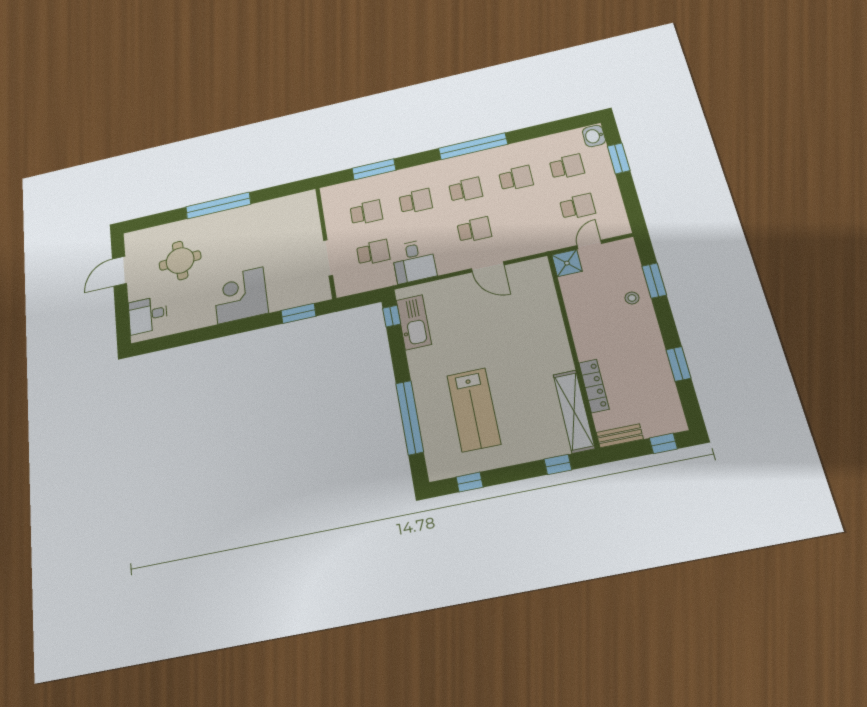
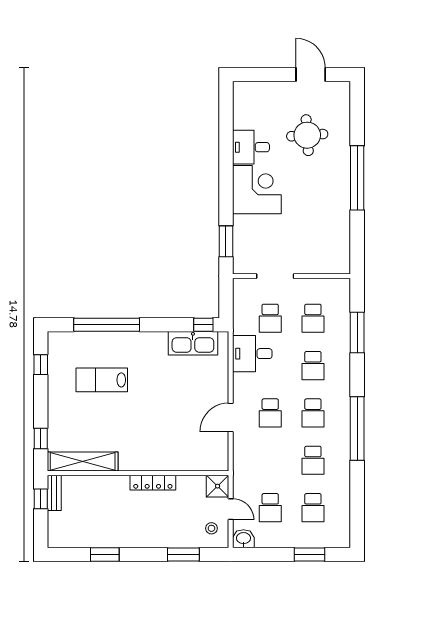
washbasin: (594, 136) -> (243, 539), moved
stool: (632, 298) -> (211, 528), moved
desk: (148, 315) -> (251, 147), moved, turned -90
locker: (594, 386) -> (153, 483), moved
lab bench: (474, 410) -> (102, 380), width x0.73, depth x0.72
window: (663, 443) -> (41, 499), moved

